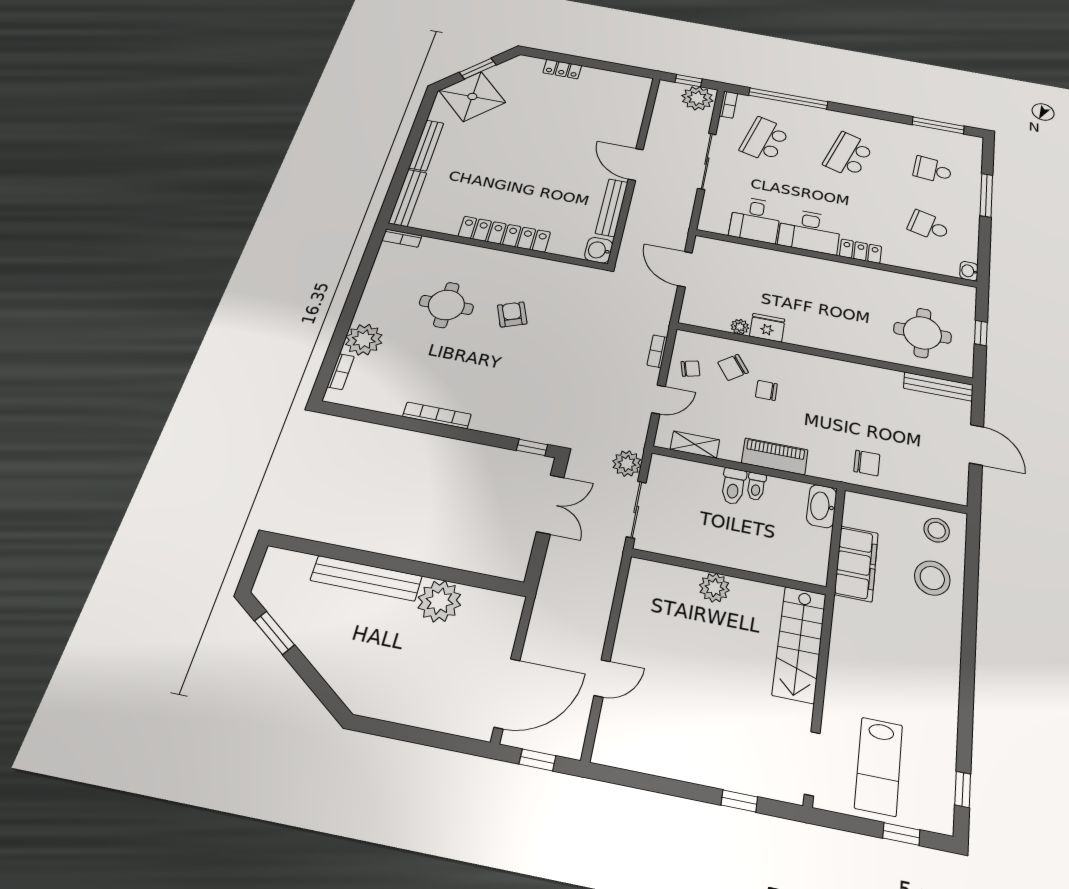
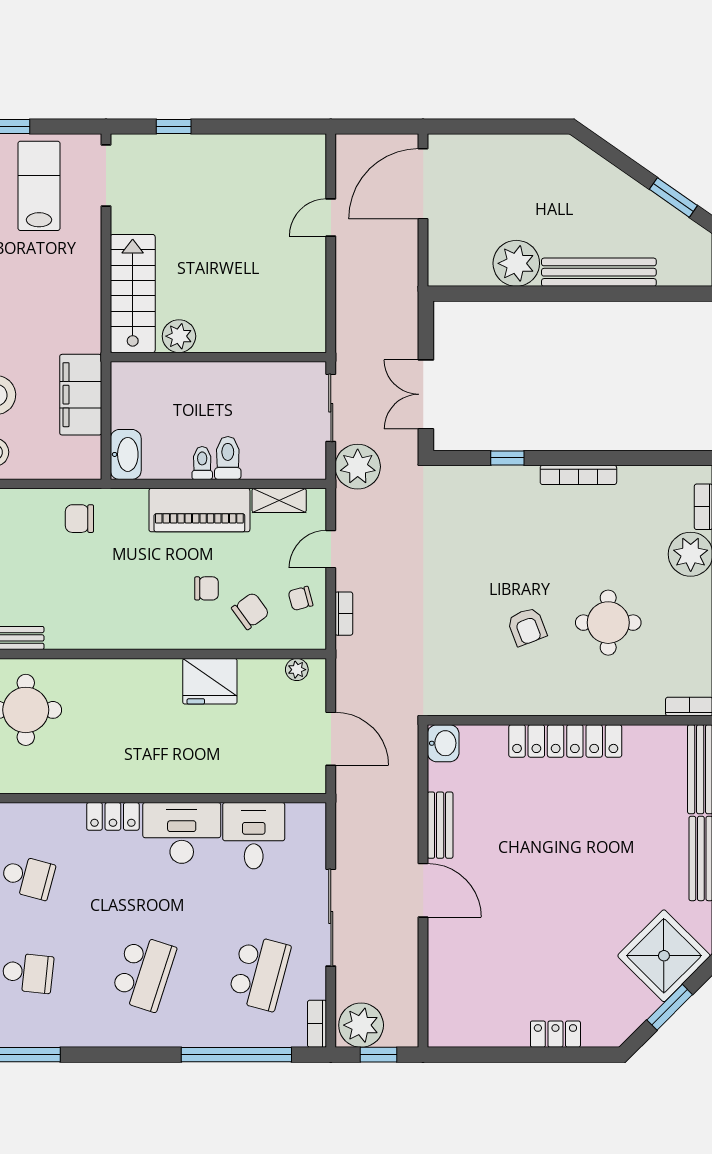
bench: (612, 208) -> (440, 825), width x0.73
plant: (740, 327) -> (297, 670), moved
fridge: (767, 328) -> (210, 681), width x1.36, depth x1.34
window: (532, 447) -> (507, 458), moved
piano: (775, 456) -> (199, 510), width x1.37, depth x1.33
plant: (627, 464) -> (358, 467), width x1.36, depth x1.36
plant: (714, 588) -> (179, 336), moved
window: (537, 760) -> (378, 126), removed

